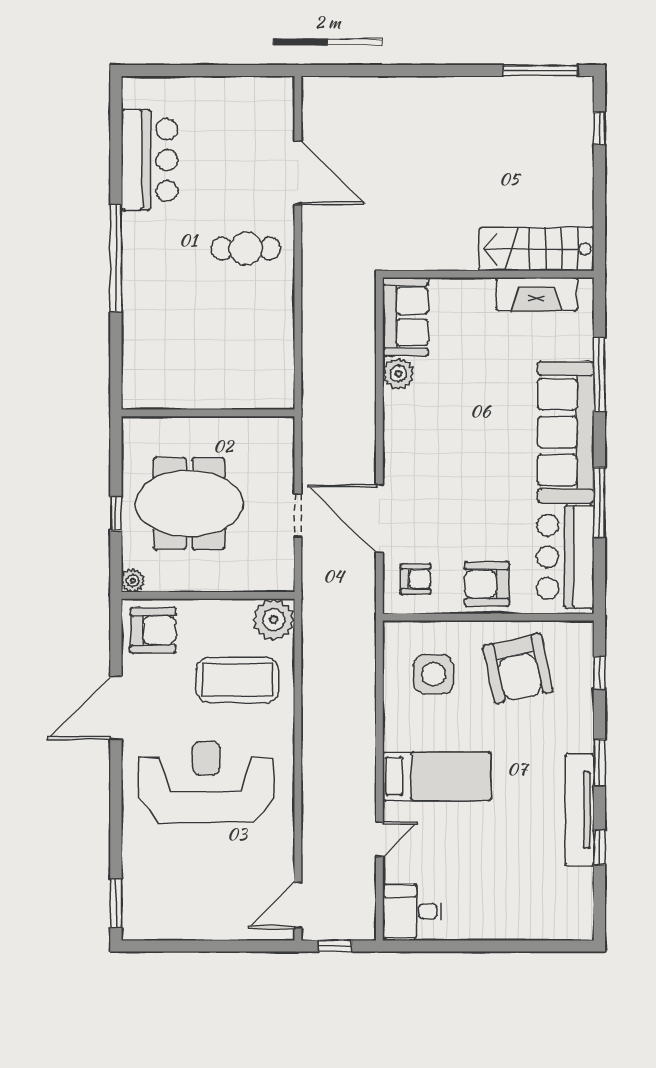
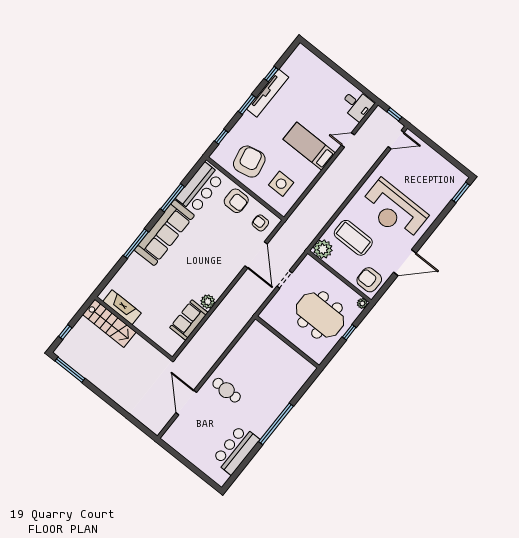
stairs: (536, 249) -> (109, 323), moved
wall: (488, 274) -> (134, 328), moved
fireplace: (537, 294) -> (122, 307), moved

